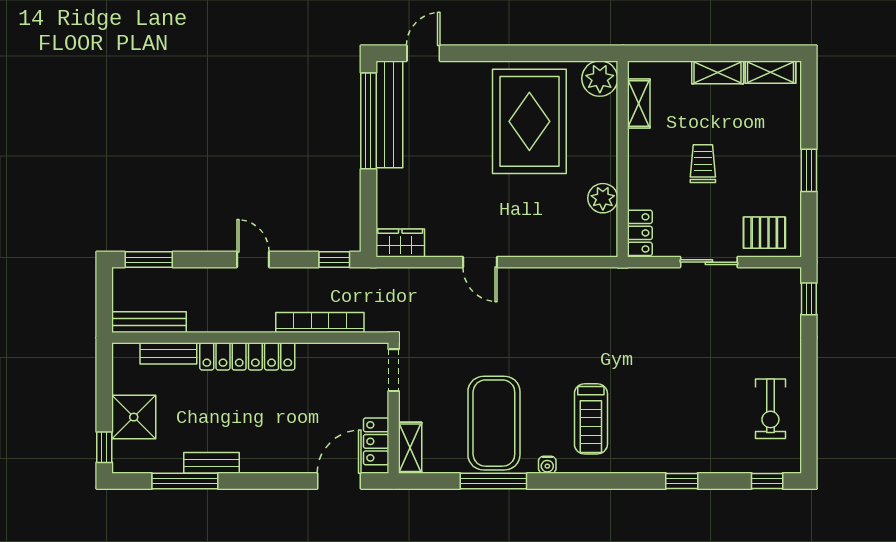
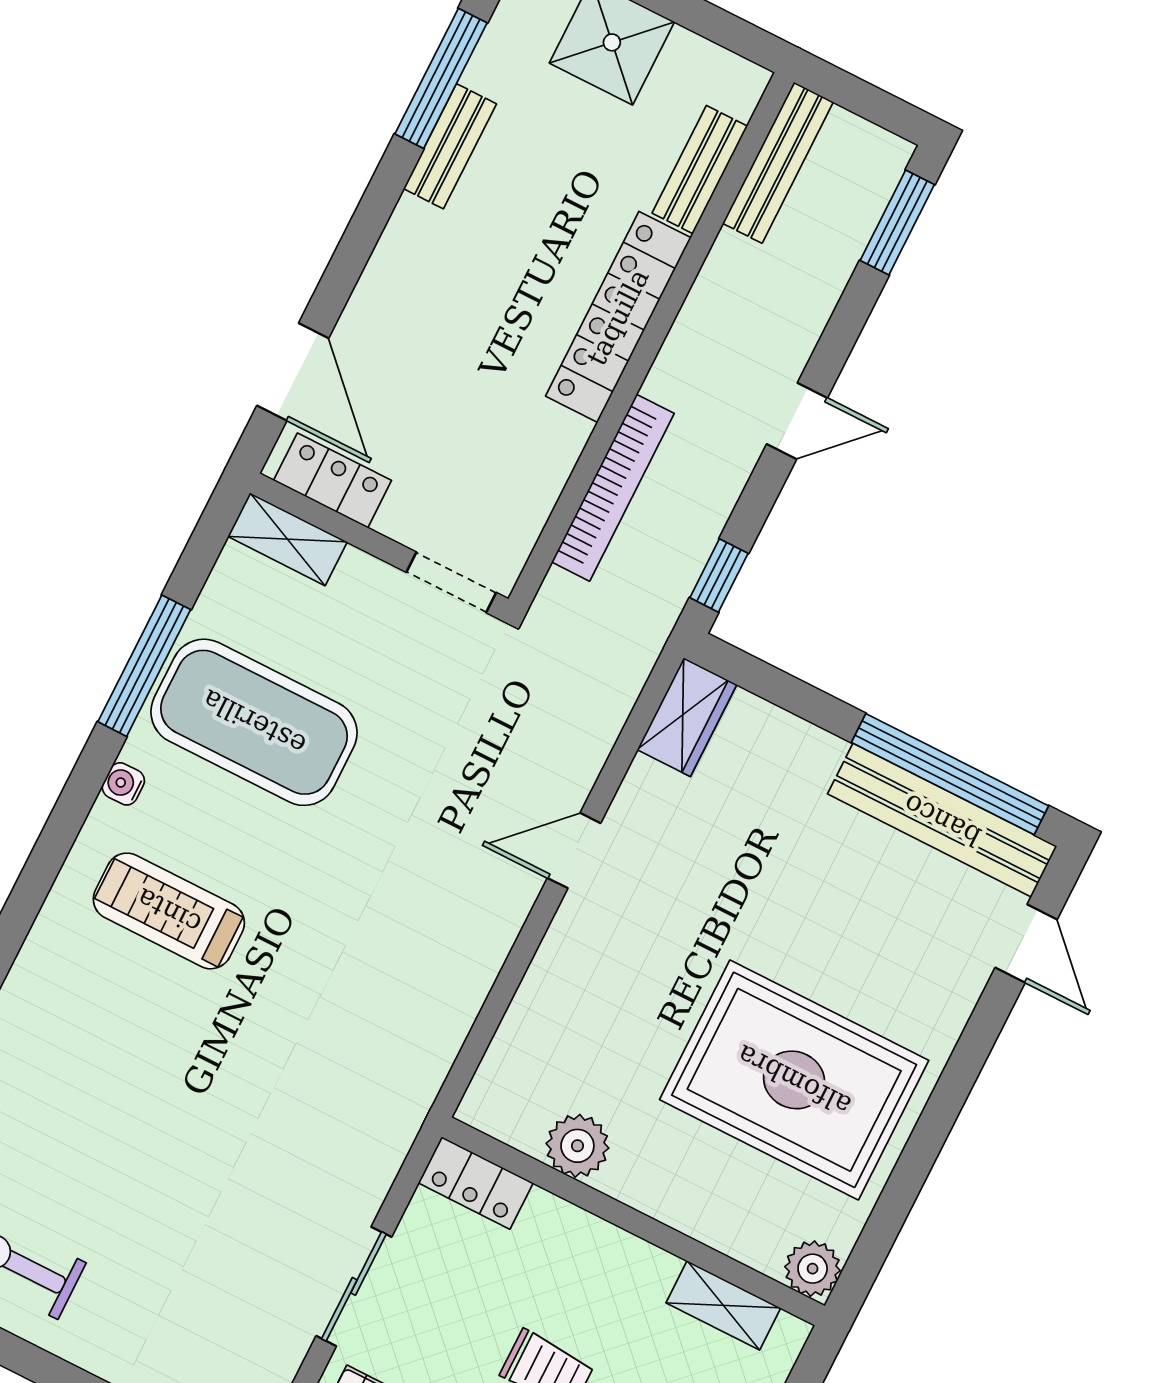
plant: (600, 79) -> (813, 1269), width x0.73, depth x0.73

